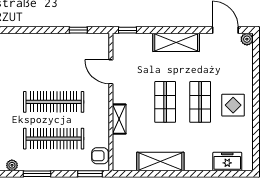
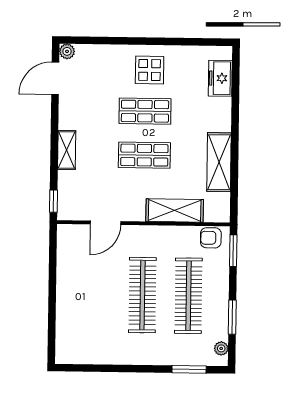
window: (78, 30) -> (53, 263), removed
shelving: (176, 42) -> (67, 150), width x0.67, depth x0.75
shelving: (119, 119) -> (175, 210), width x1.50, depth x1.33
armchair: (100, 156) -> (211, 238), turned 90

